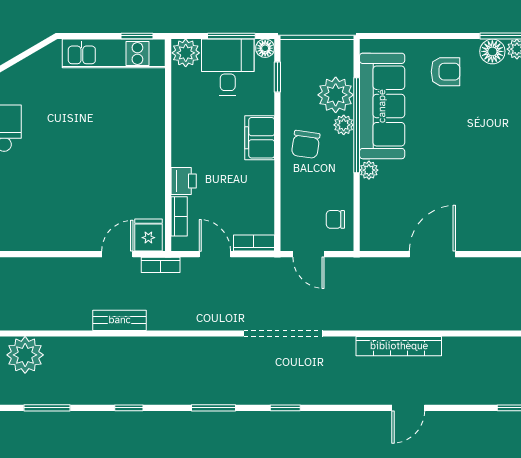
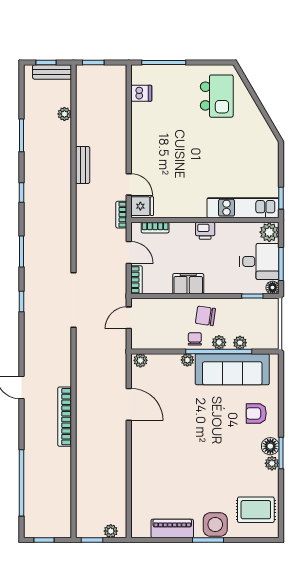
kitchen unit: (114, 53) -> (243, 208), moved, turned 90
armchair: (445, 72) -> (256, 413), turned 90
plant: (336, 95) -> (240, 343), width x0.53, depth x0.53
filing cabinet: (260, 138) -> (188, 284), moved
printer: (184, 181) -> (205, 231), moved
chair: (335, 219) -> (195, 339), moved
plant: (370, 237) -> (140, 360), added
door: (215, 254) -> (129, 252), hinge flipped
bench: (120, 320) -> (83, 165), moved
bookcase: (399, 346) -> (65, 417), moved
plant: (25, 355) -> (64, 114), width x0.53, depth x0.53

